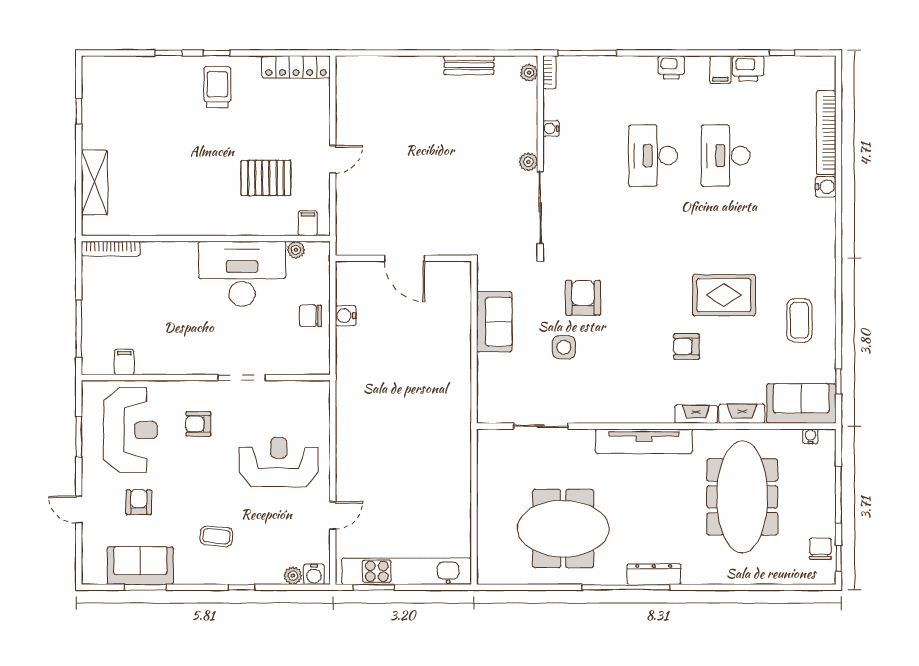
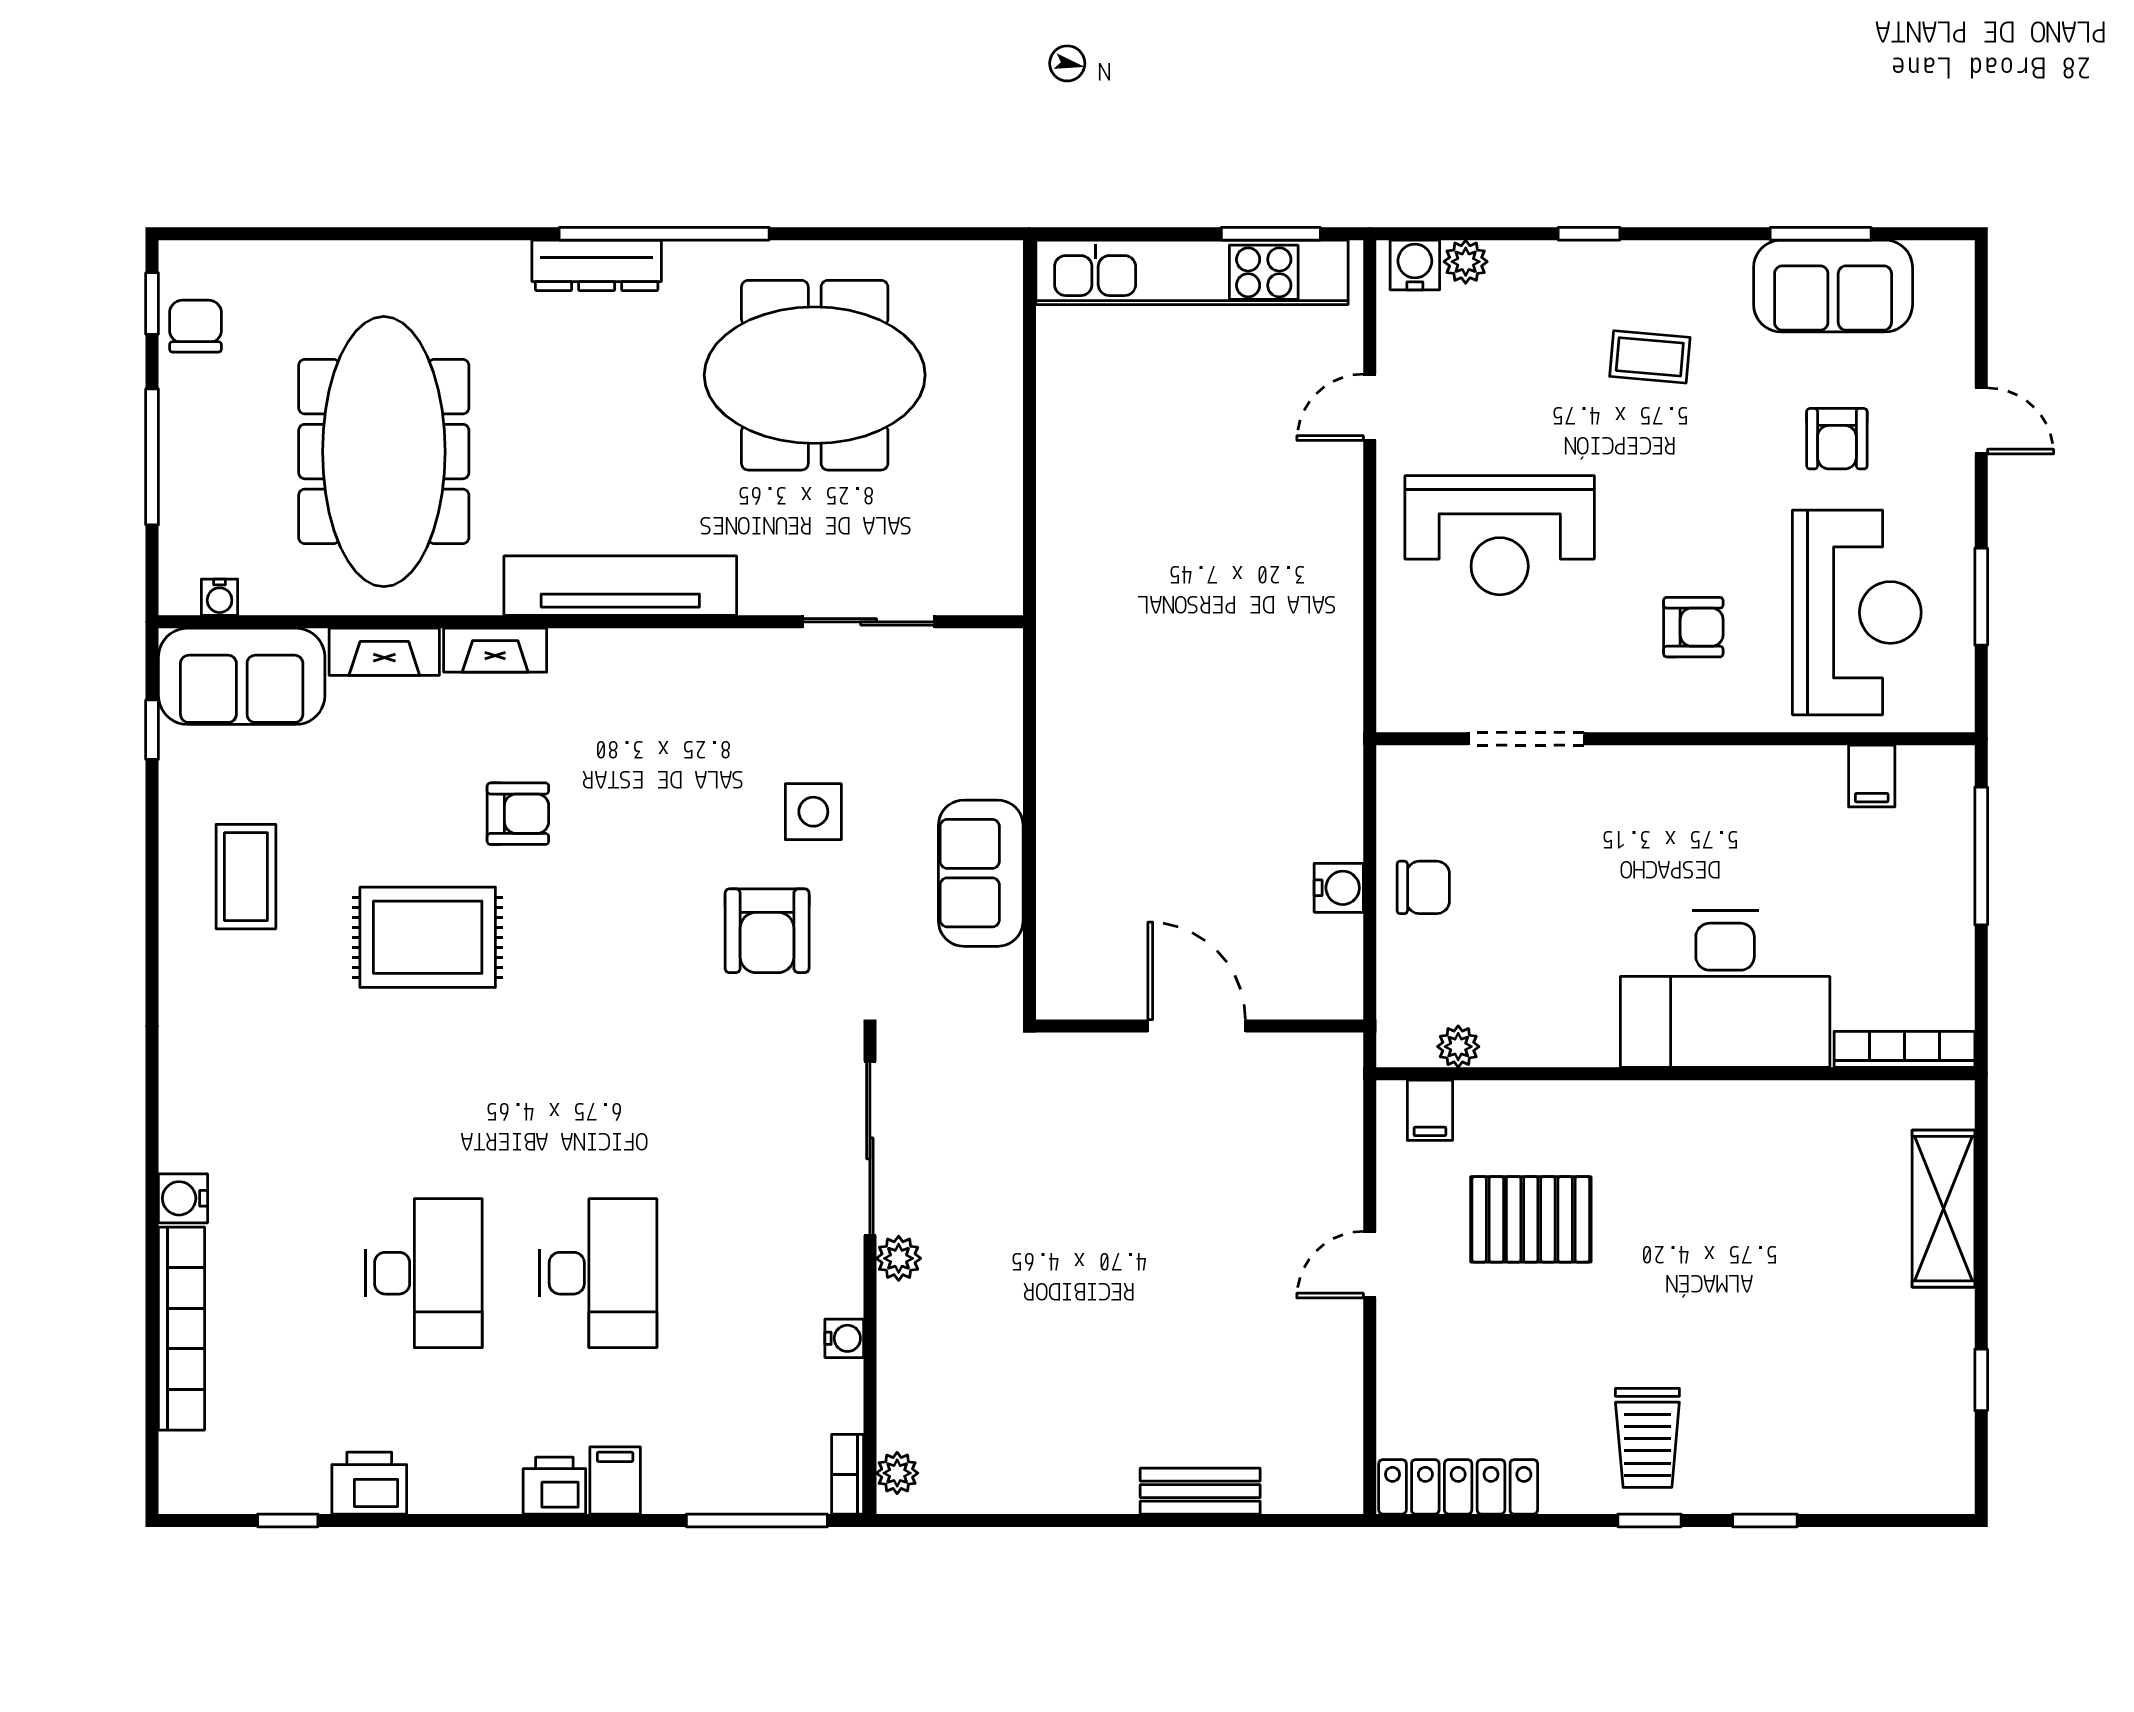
bench: (469, 65) -> (1200, 1491), moved
filing cabinet: (720, 70) -> (615, 1480), moved
desk: (242, 274) -> (1725, 989), moved
doorway: (242, 378) -> (1526, 739), moved
reception desk: (130, 430) -> (1857, 612), turned 180
chair: (820, 549) -> (195, 326), turned 180

